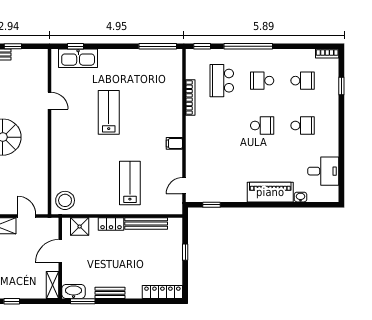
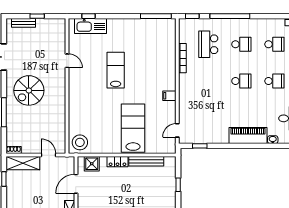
school desk: (262, 81) -> (241, 44), turned 180
lab bench: (130, 183) -> (133, 128), width x1.36, depth x1.39

